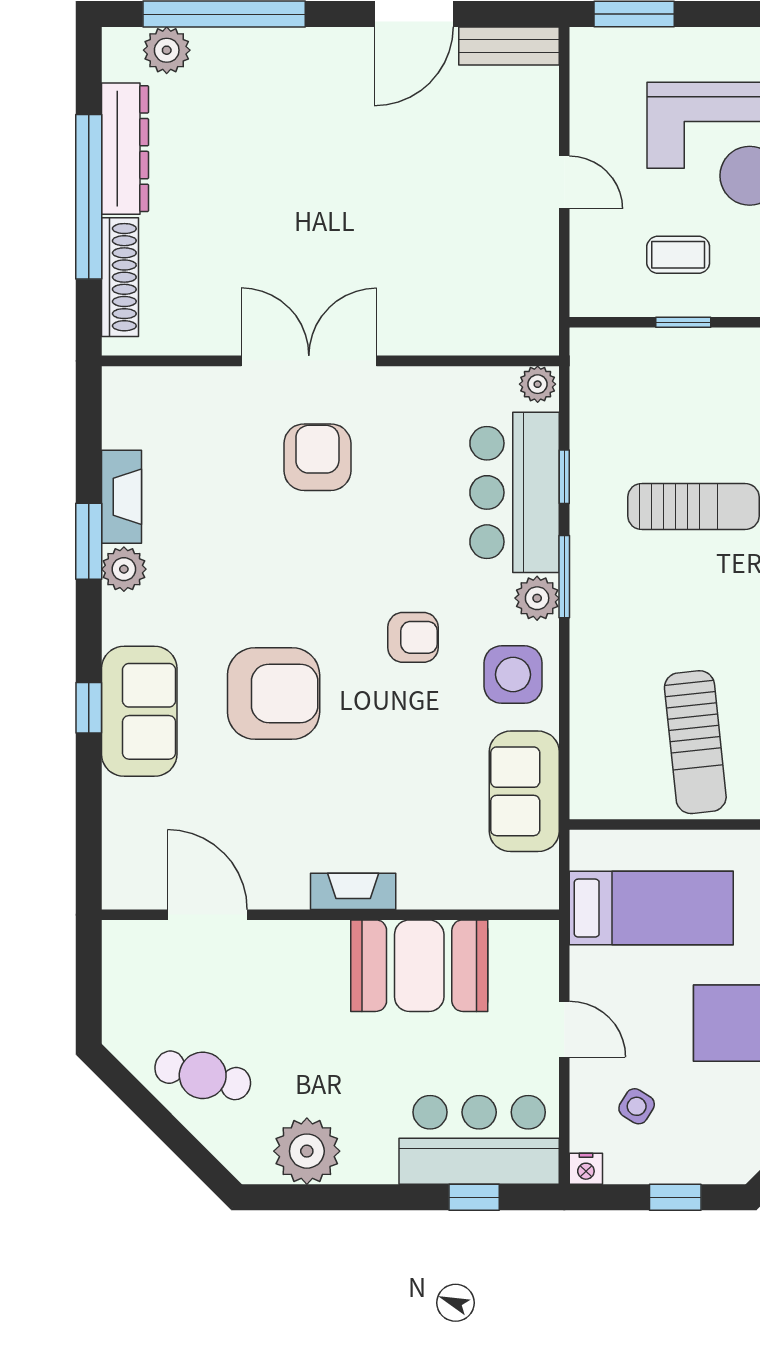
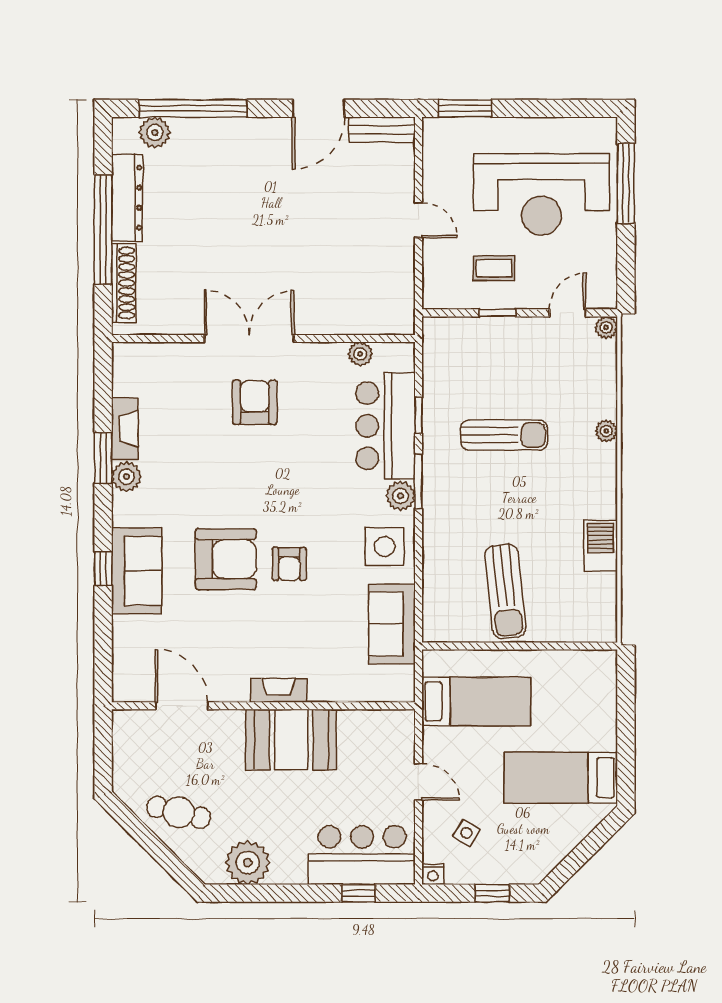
plant: (538, 384) -> (360, 354), moved
armchair: (413, 637) -> (289, 564), moved, turned 90
booth: (419, 966) -> (291, 740), moved

